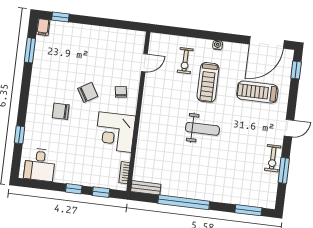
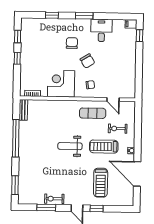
door: (267, 42) -> (137, 174), moved
window: (30, 50) -> (84, 16), moved
window: (296, 70) -> (97, 208), moved
treadmill: (257, 92) -> (101, 183), turned 180
exercise mat: (160, 93) -> (93, 113), added
weight bench: (202, 129) -> (70, 146), turned 90
desk: (40, 165) -> (101, 30), moved, turned 90
window: (101, 192) -> (18, 36), moved

